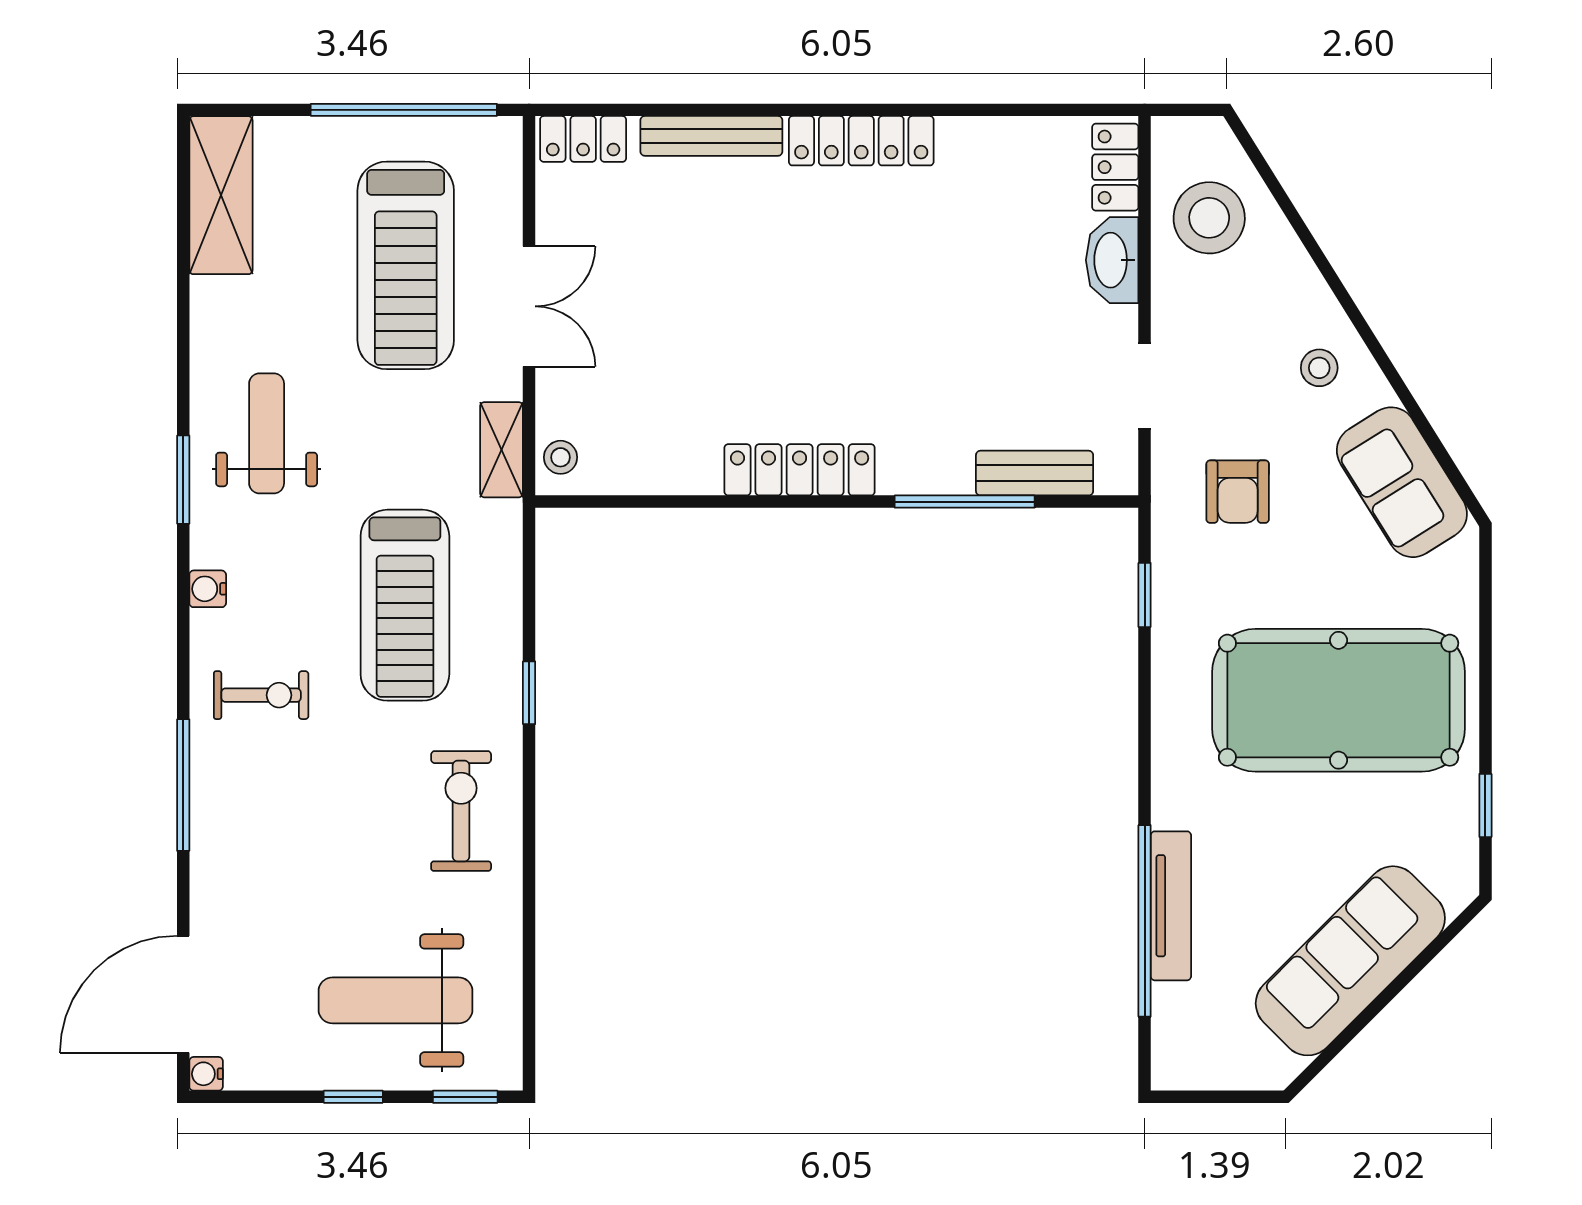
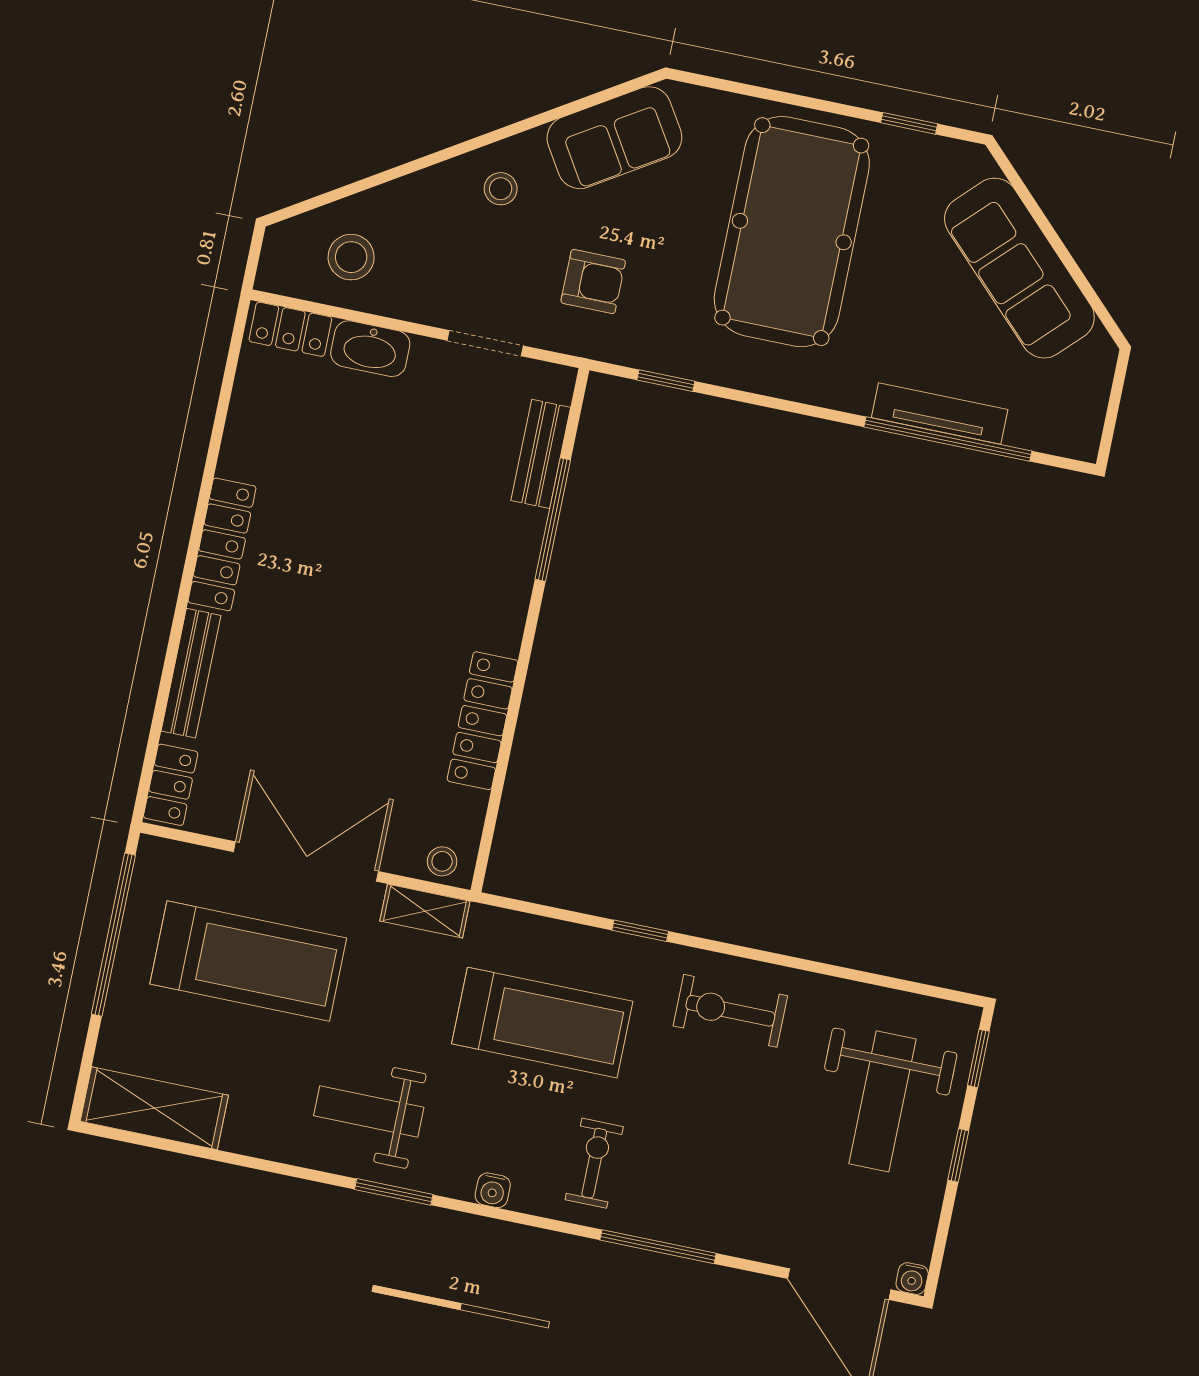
stool: (1209, 218) -> (351, 257), width x0.73, depth x0.73
double door: (529, 306) -> (306, 862), width x1.37
locker: (800, 470) -> (482, 721), moved

